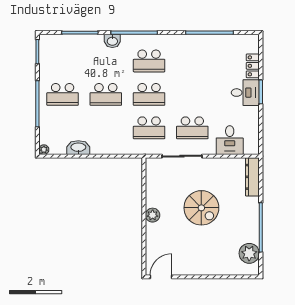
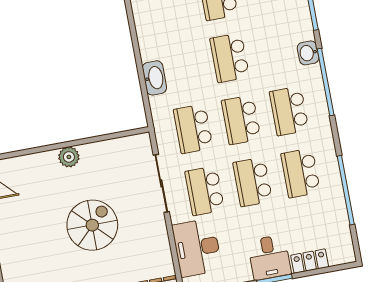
school desk: (192, 61) -> (301, 173), added
school desk: (192, 94) -> (253, 182), added
desk: (230, 140) -> (197, 248), width x1.37
washbasin: (78, 148) -> (154, 78), moved
spiral stairs: (201, 208) -> (92, 225), turned 180

